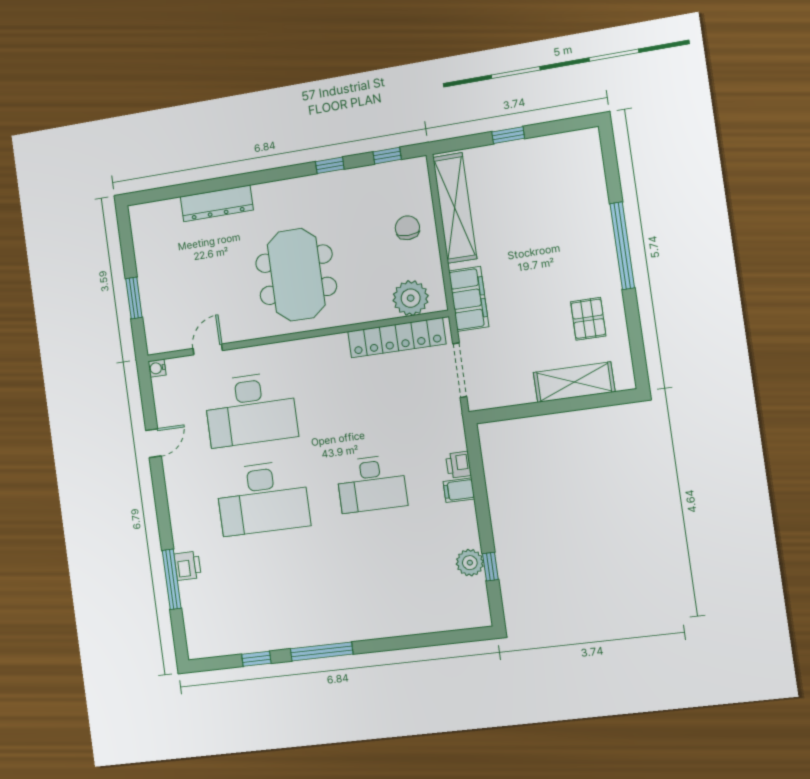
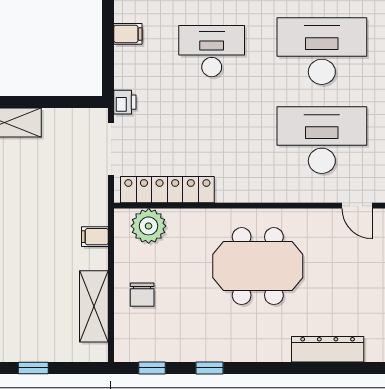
shelving: (455, 208) -> (94, 306), width x0.68
meeting table: (296, 275) -> (258, 266), turned 90
filing cabinet: (469, 299) -> (95, 237), width x0.33, depth x0.86
door: (208, 349) -> (357, 206), hinge flipped
printer: (459, 465) -> (125, 102), moved

